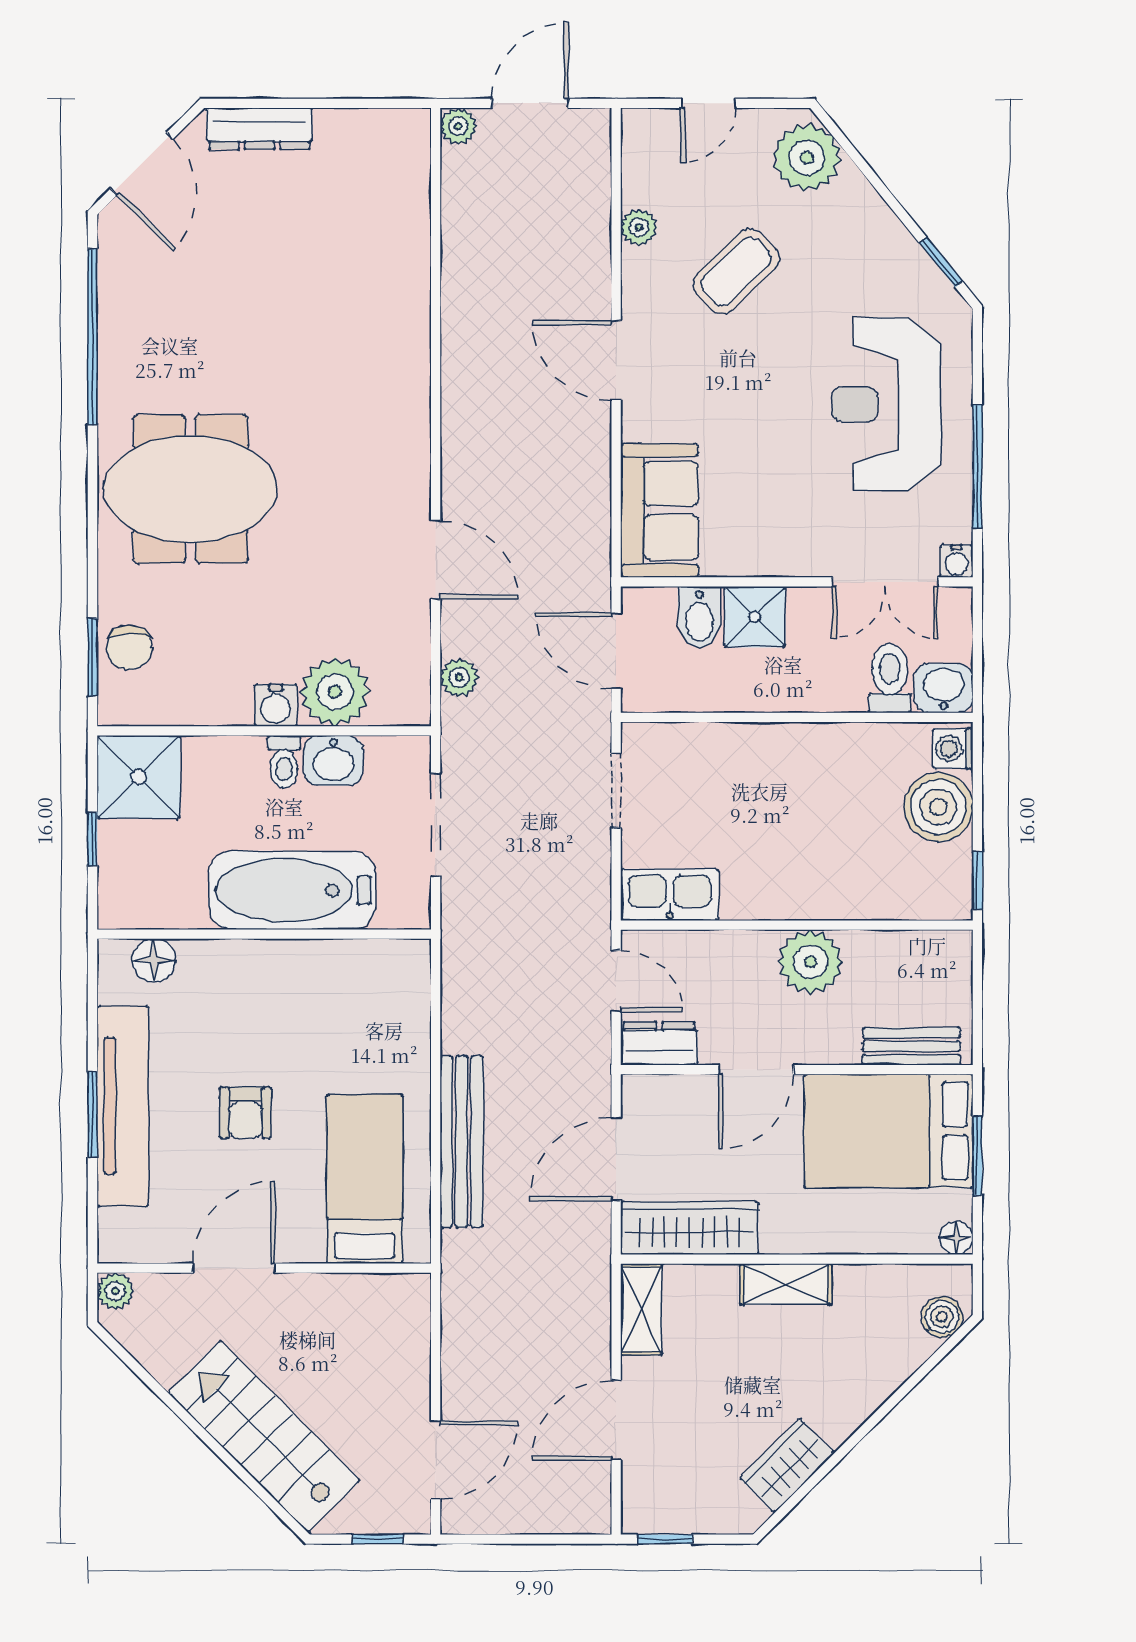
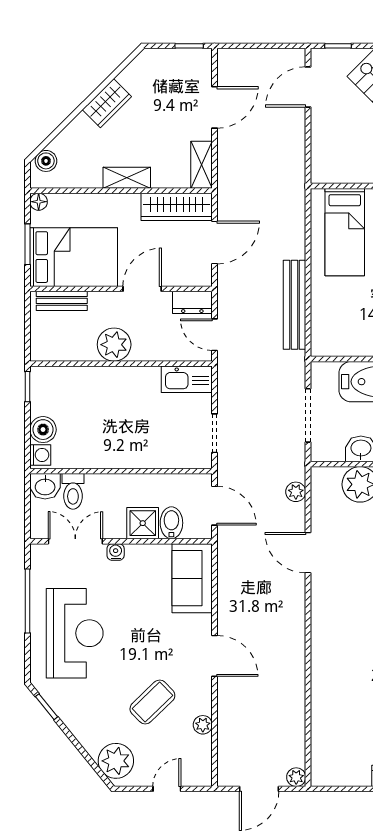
water cooler: (957, 561) -> (116, 552), moved
boiler: (938, 807) -> (43, 430), width x0.73, depth x0.73
bench: (462, 1142) -> (295, 305), moved
wardrobe: (787, 1465) -> (107, 103), moved

